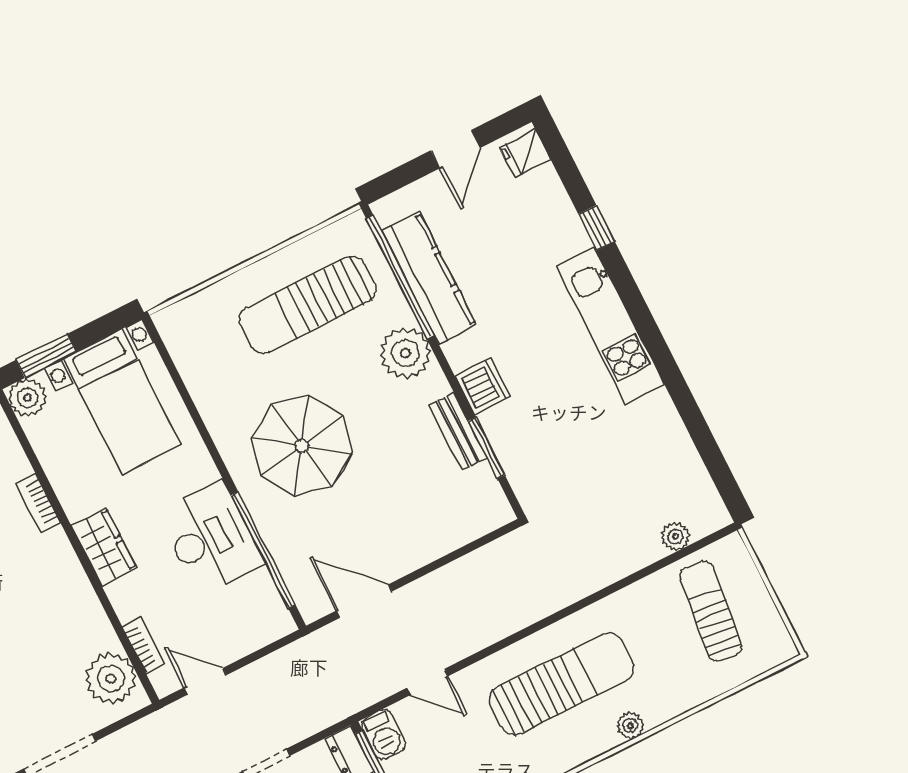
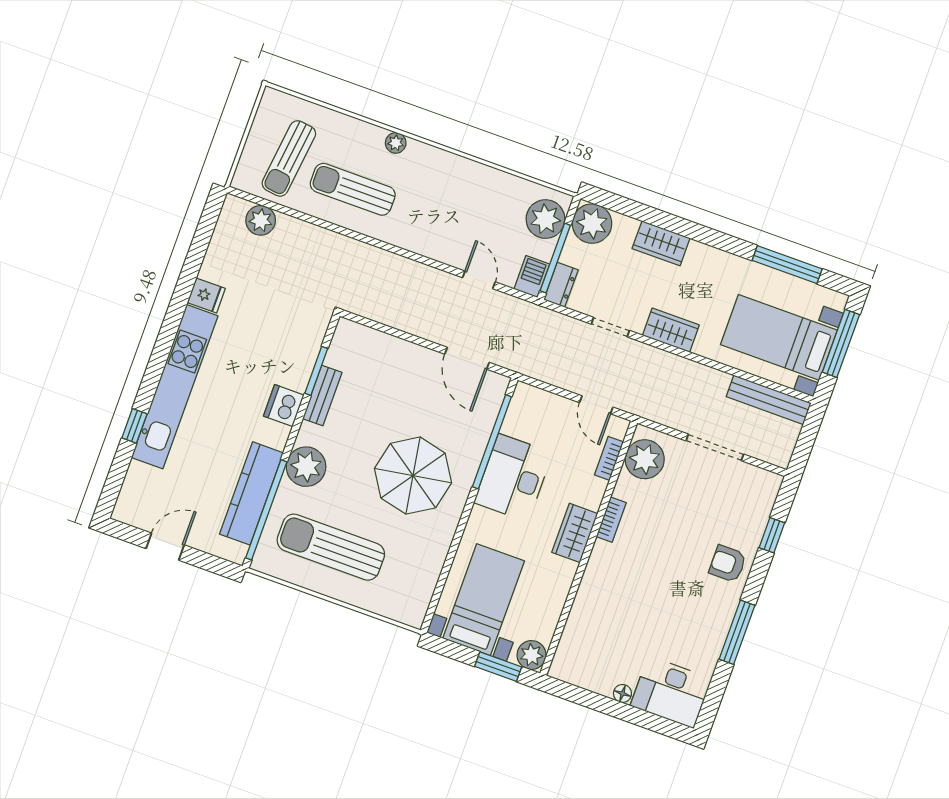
fridge: (525, 154) -> (206, 295), moved
sun lounger: (308, 305) -> (331, 547), turned 180
kitchen unit: (610, 326) -> (175, 387), width x1.36
bookcase: (38, 503) -> (611, 520), moved
plant: (675, 537) -> (261, 220), width x1.38, depth x1.38
sun lounger: (562, 684) -> (353, 189), moved, width x0.73, depth x0.75

